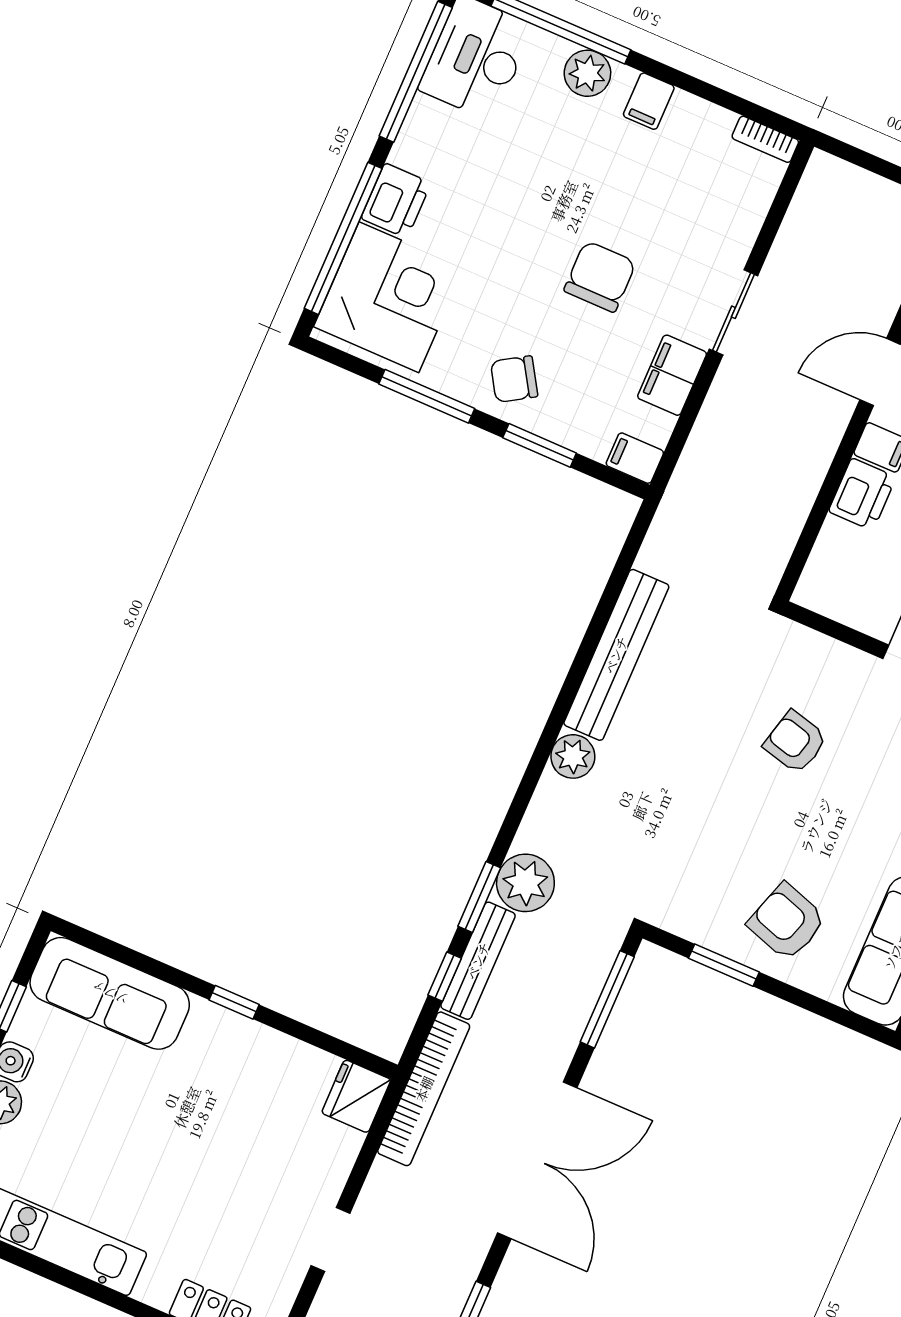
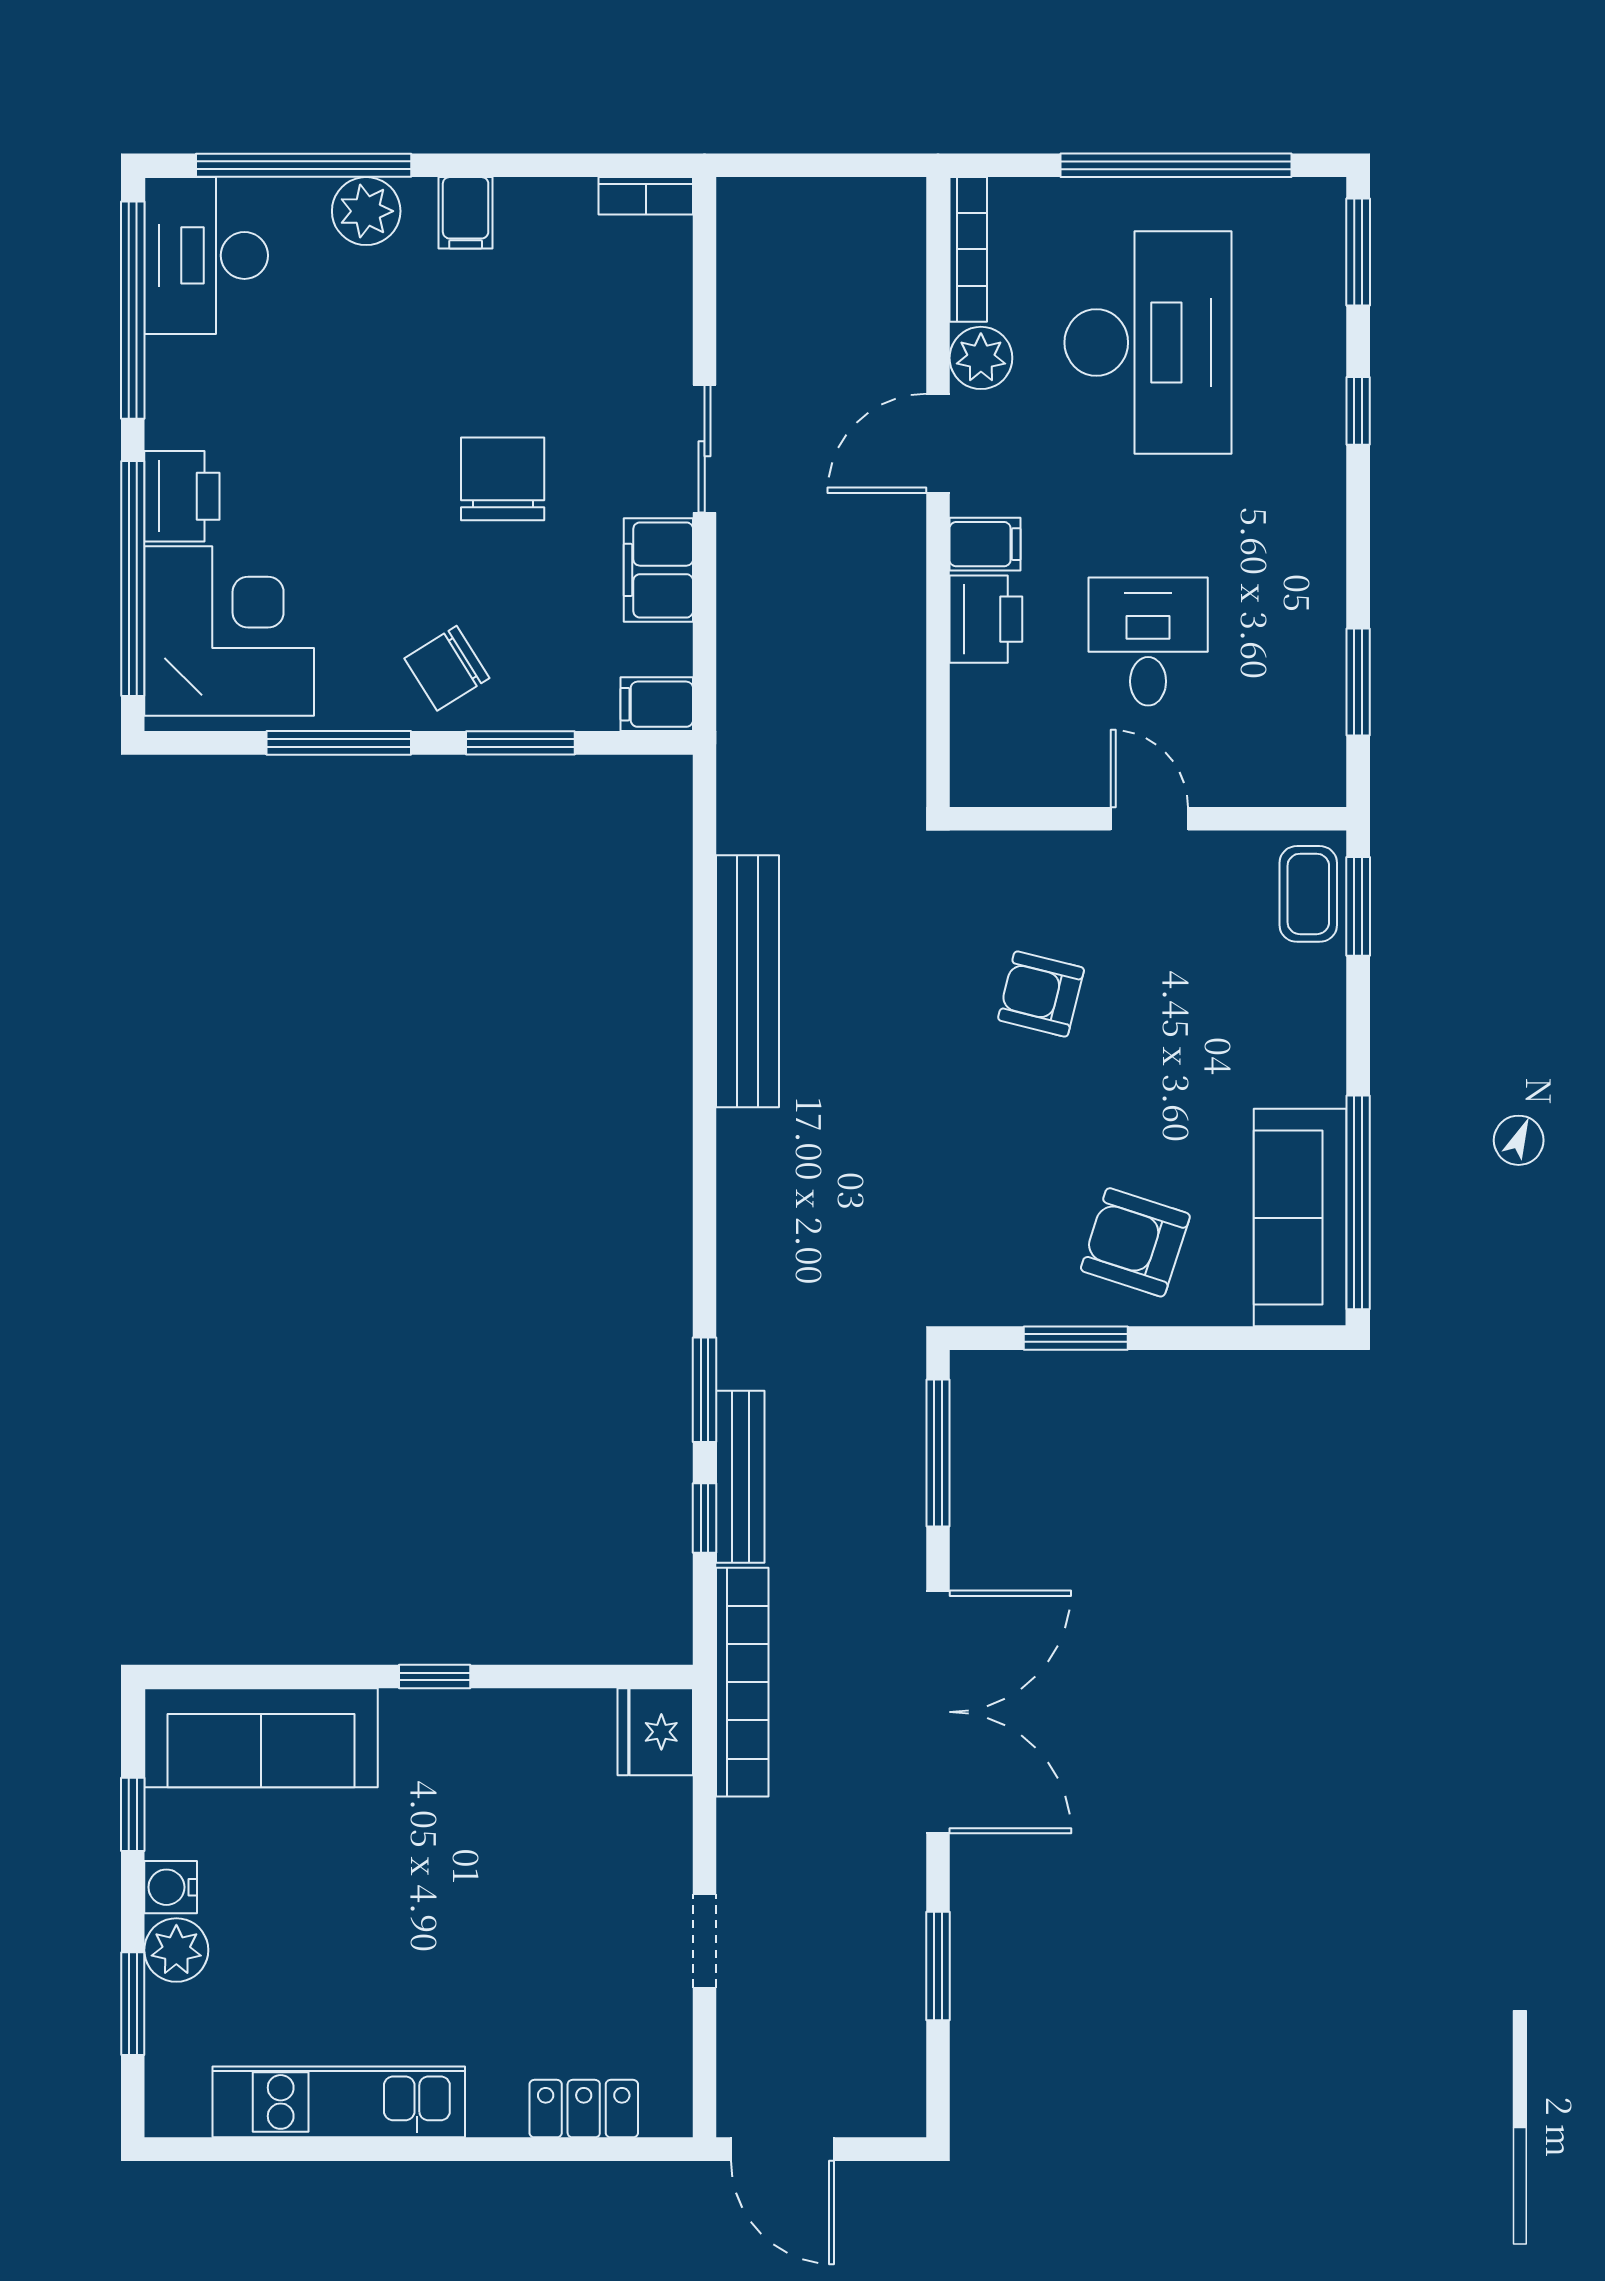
plant: (573, 756) -> (749, 1144), removed
plant: (525, 883) -> (759, 1343), removed

